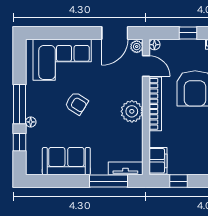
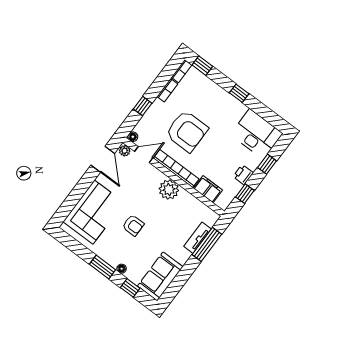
window: (19, 104) -> (102, 267), width x0.69
armchair: (77, 104) -> (133, 225), turned 58
sofa: (66, 161) -> (160, 276), moved
filing cabinet: (158, 161) -> (208, 189), moved
printer: (194, 167) -> (243, 175), added
tv unit: (125, 168) -> (198, 238), moved

